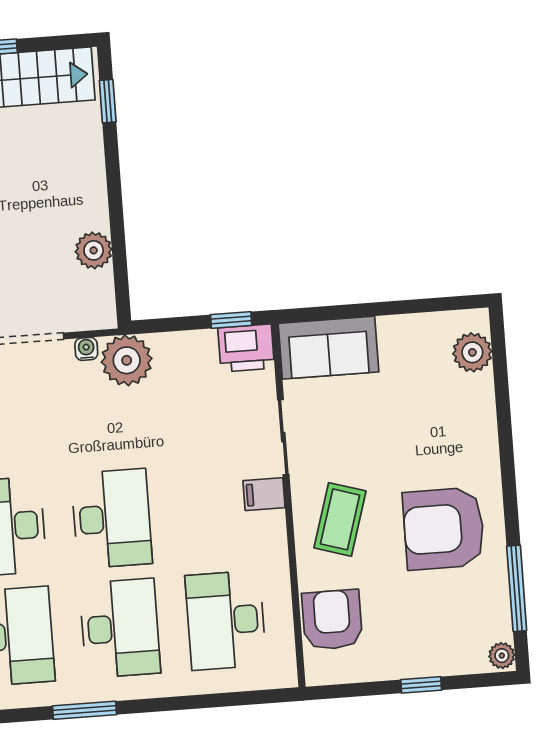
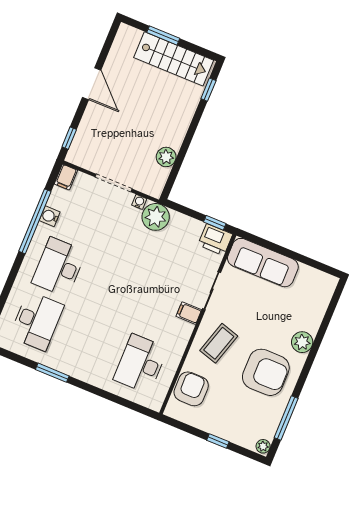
sofa: (329, 348) -> (263, 263), width x1.36
plant: (472, 352) -> (302, 342), moved
desk: (112, 519) -> (111, 288), removed
armchair: (444, 529) -> (266, 372), turned 180
desk: (120, 628) -> (89, 342), removed

